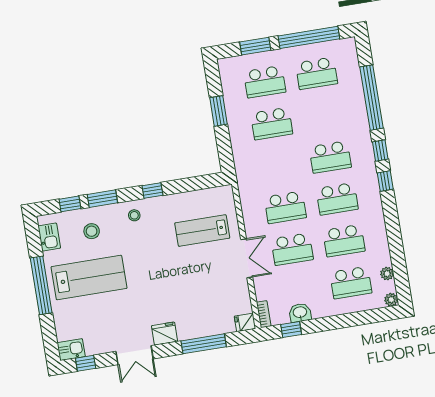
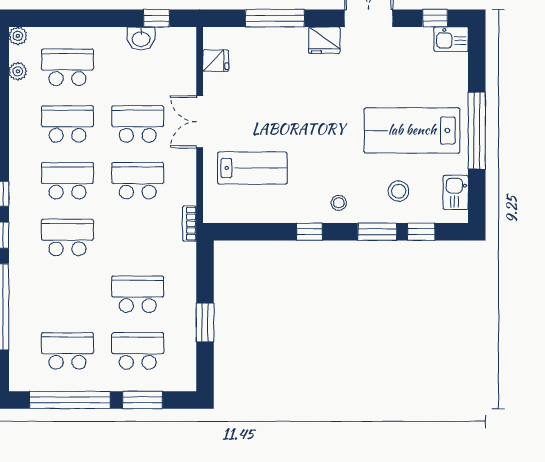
bookcase: (264, 314) -> (189, 224), moved
fridge: (245, 322) -> (216, 61), moved

